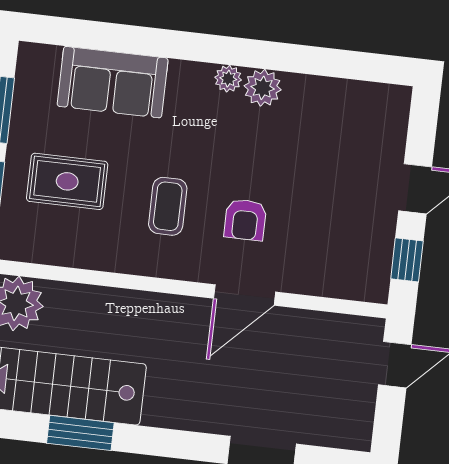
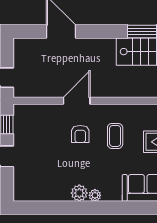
armchair: (245, 220) -> (80, 134), turned 180

